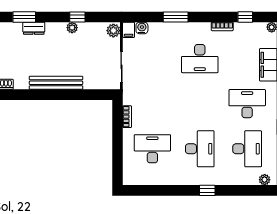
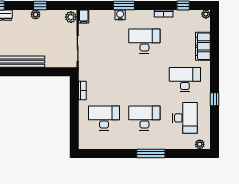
water cooler: (142, 28) -> (120, 15), moved
desk: (200, 59) -> (144, 41), turned 180
desk: (200, 149) -> (144, 118), turned -90
window: (207, 190) -> (151, 153), width x2.17

